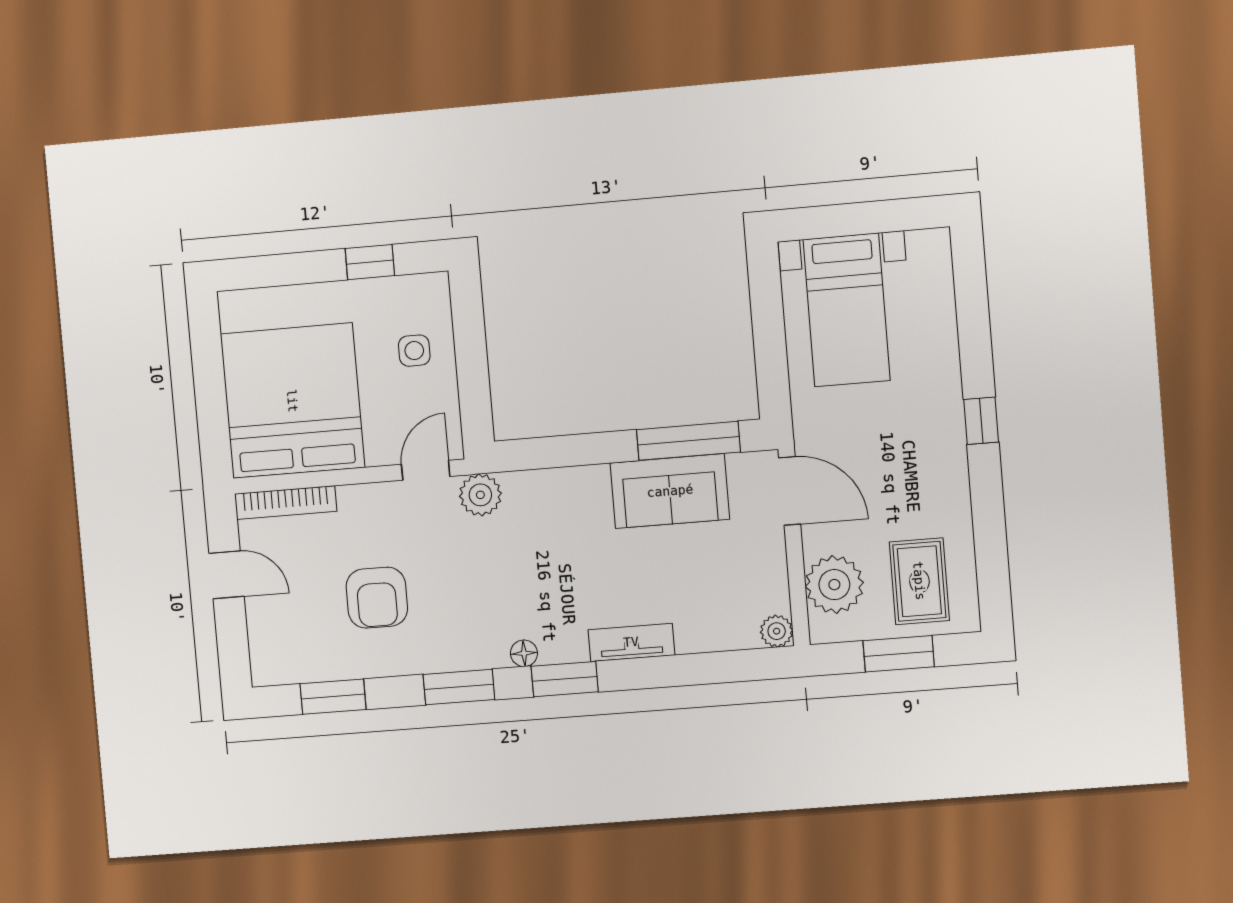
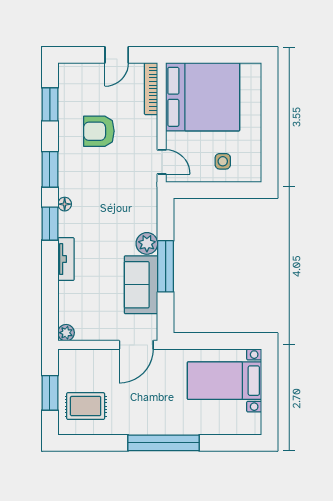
window: (370, 262) -> (269, 143), removed
window: (981, 421) -> (164, 443), width x3.17
window: (688, 441) -> (166, 266), moved
plant: (480, 495) -> (147, 243), moved
plant: (834, 585) -> (87, 364), removed

